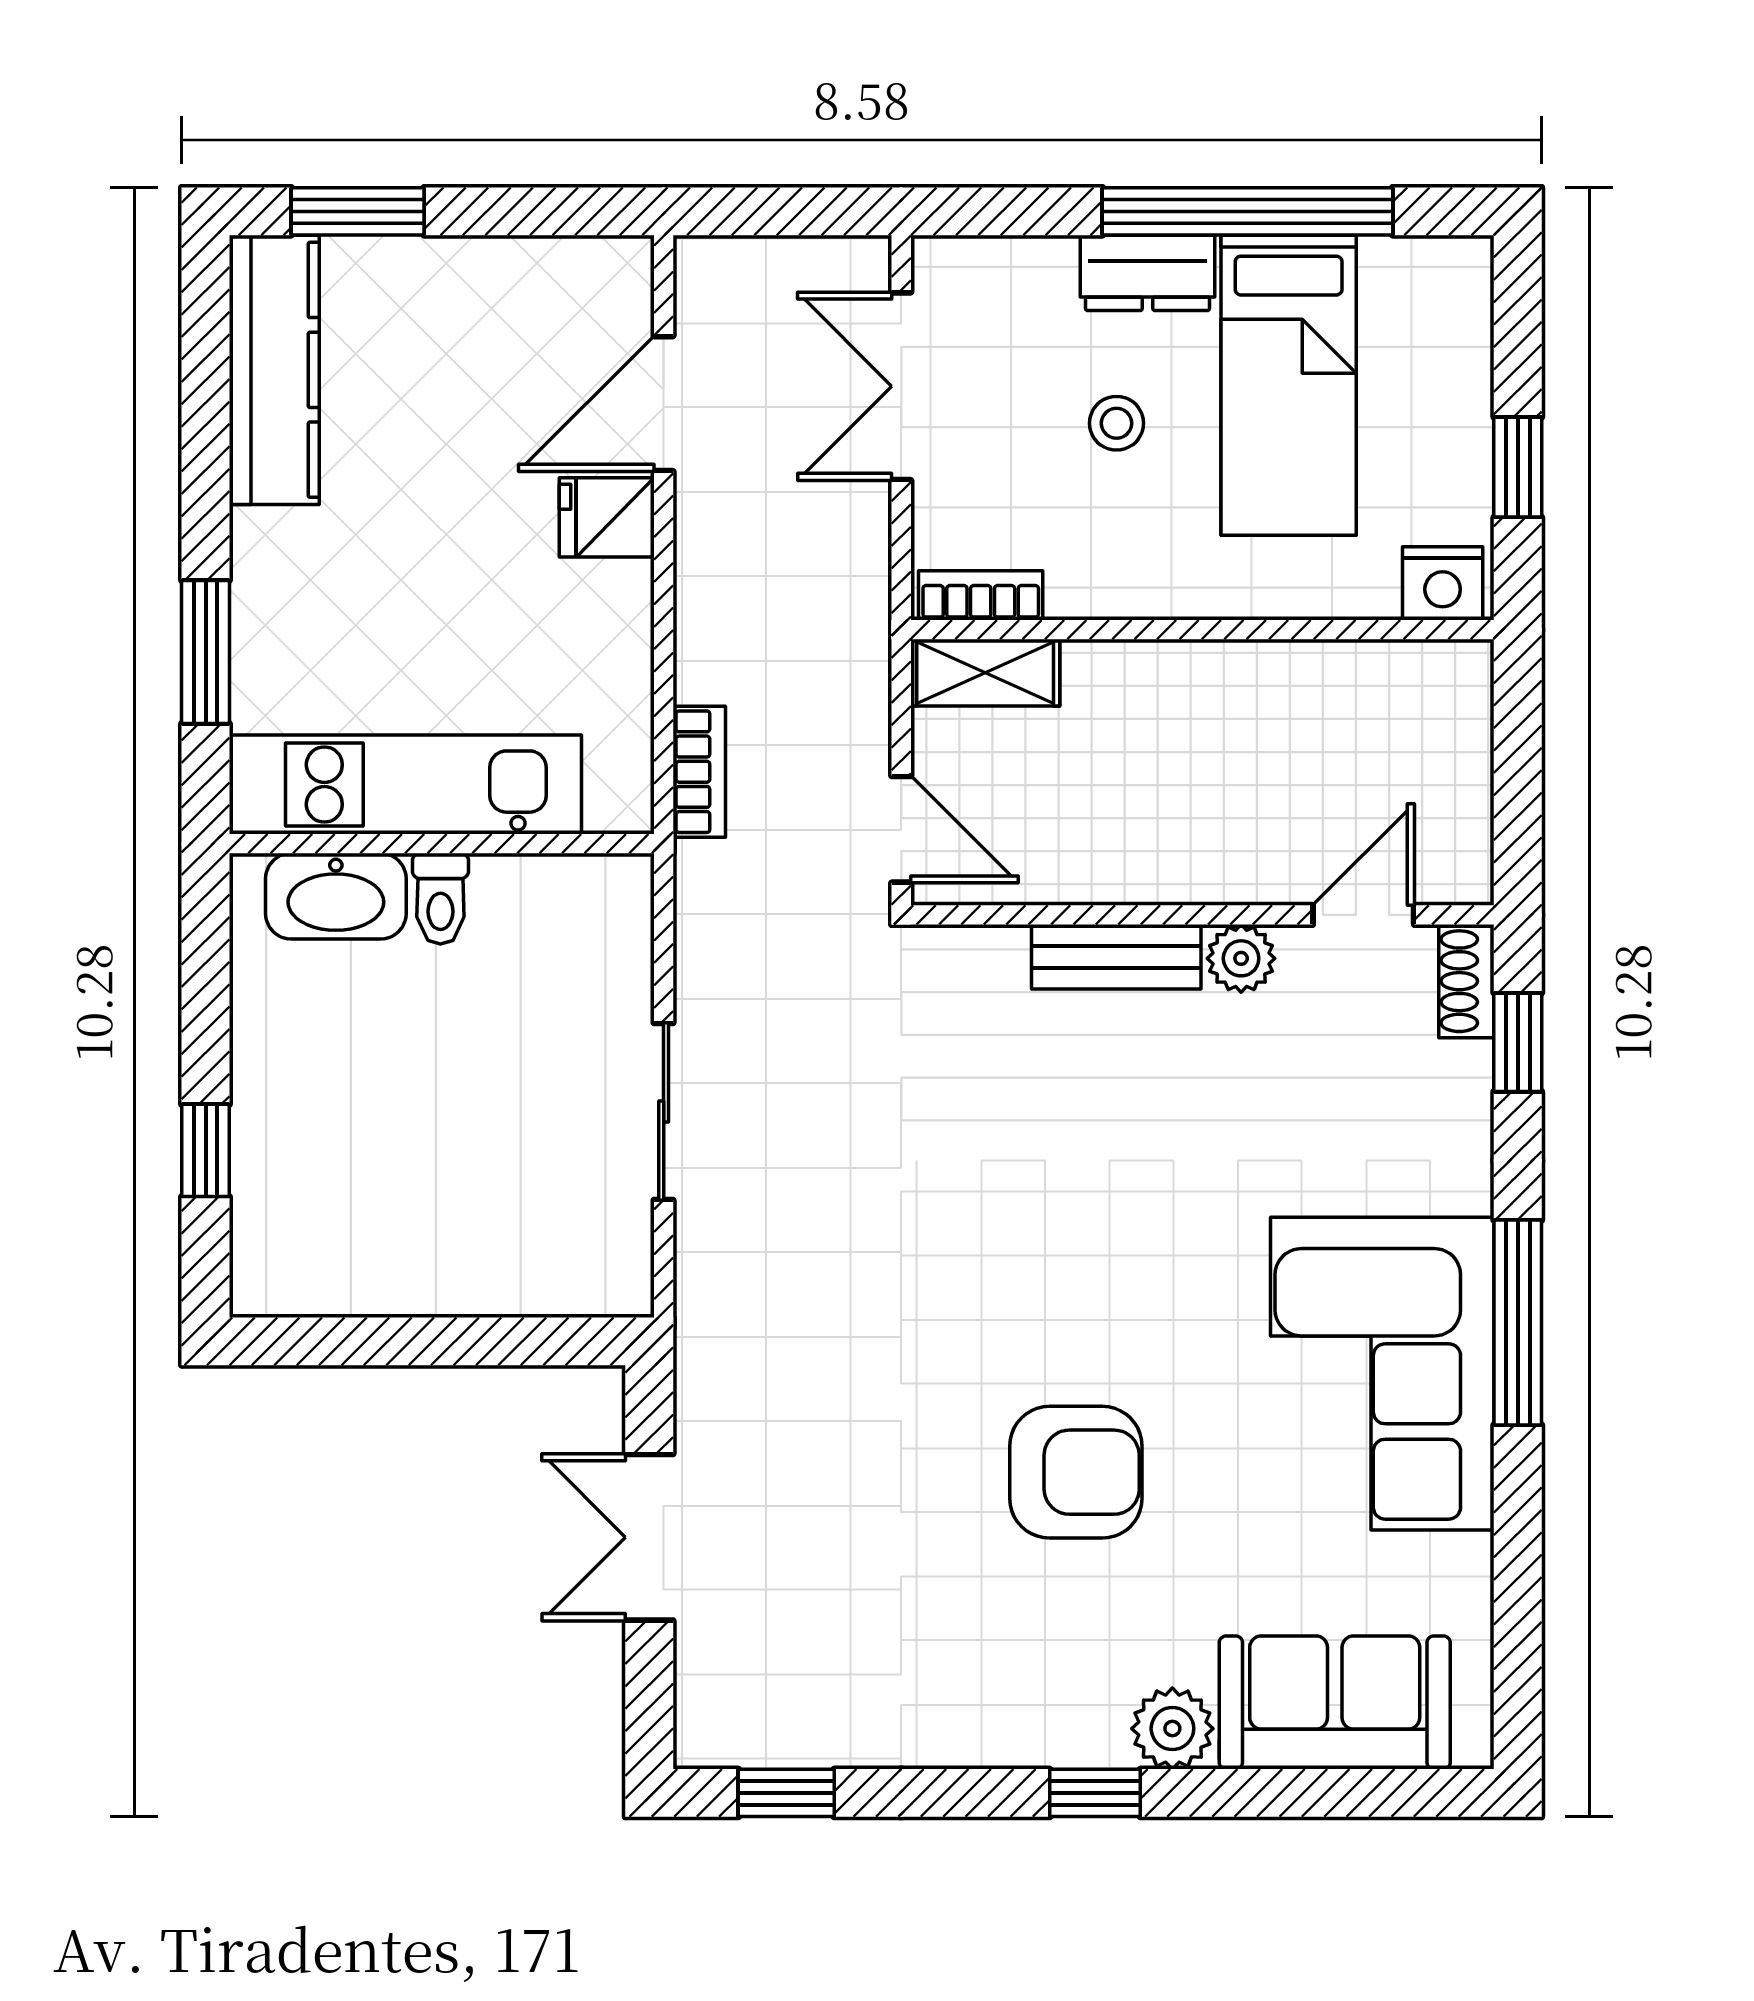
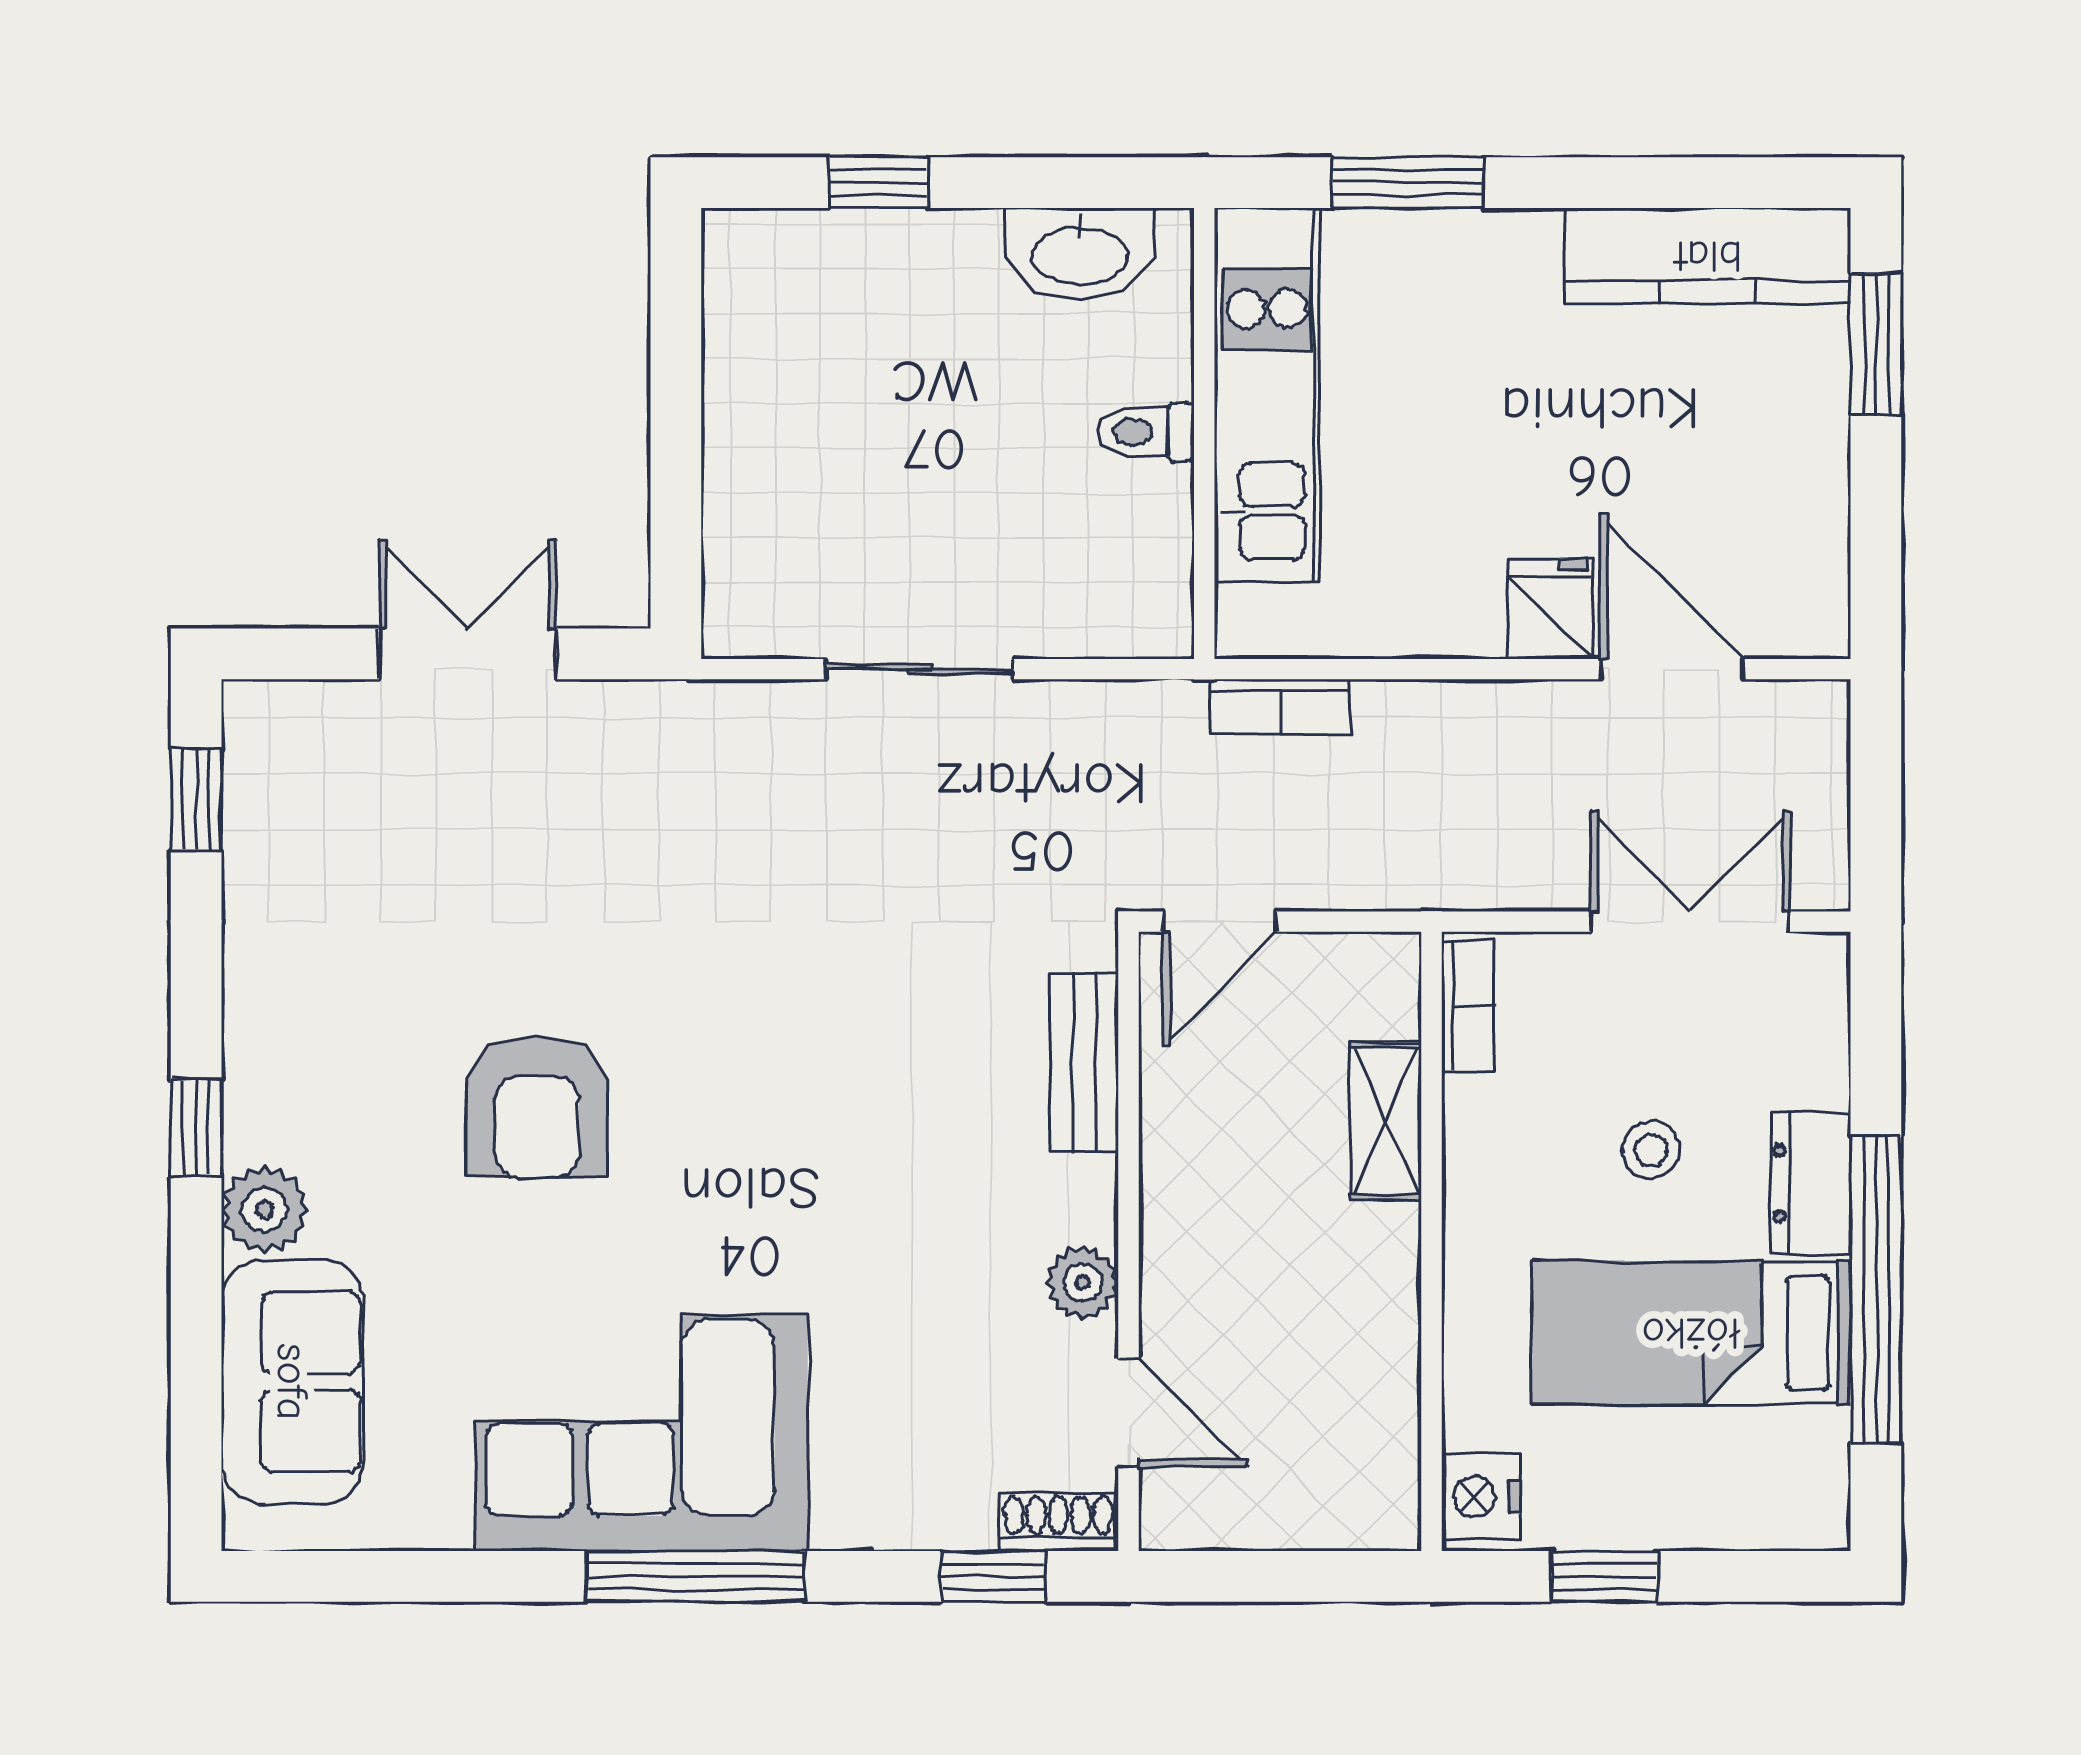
shelving: (985, 673) -> (1386, 1121), moved
washbasin: (336, 896) -> (1080, 254), moved, turned -90
bench: (1116, 957) -> (1084, 1063), moved

